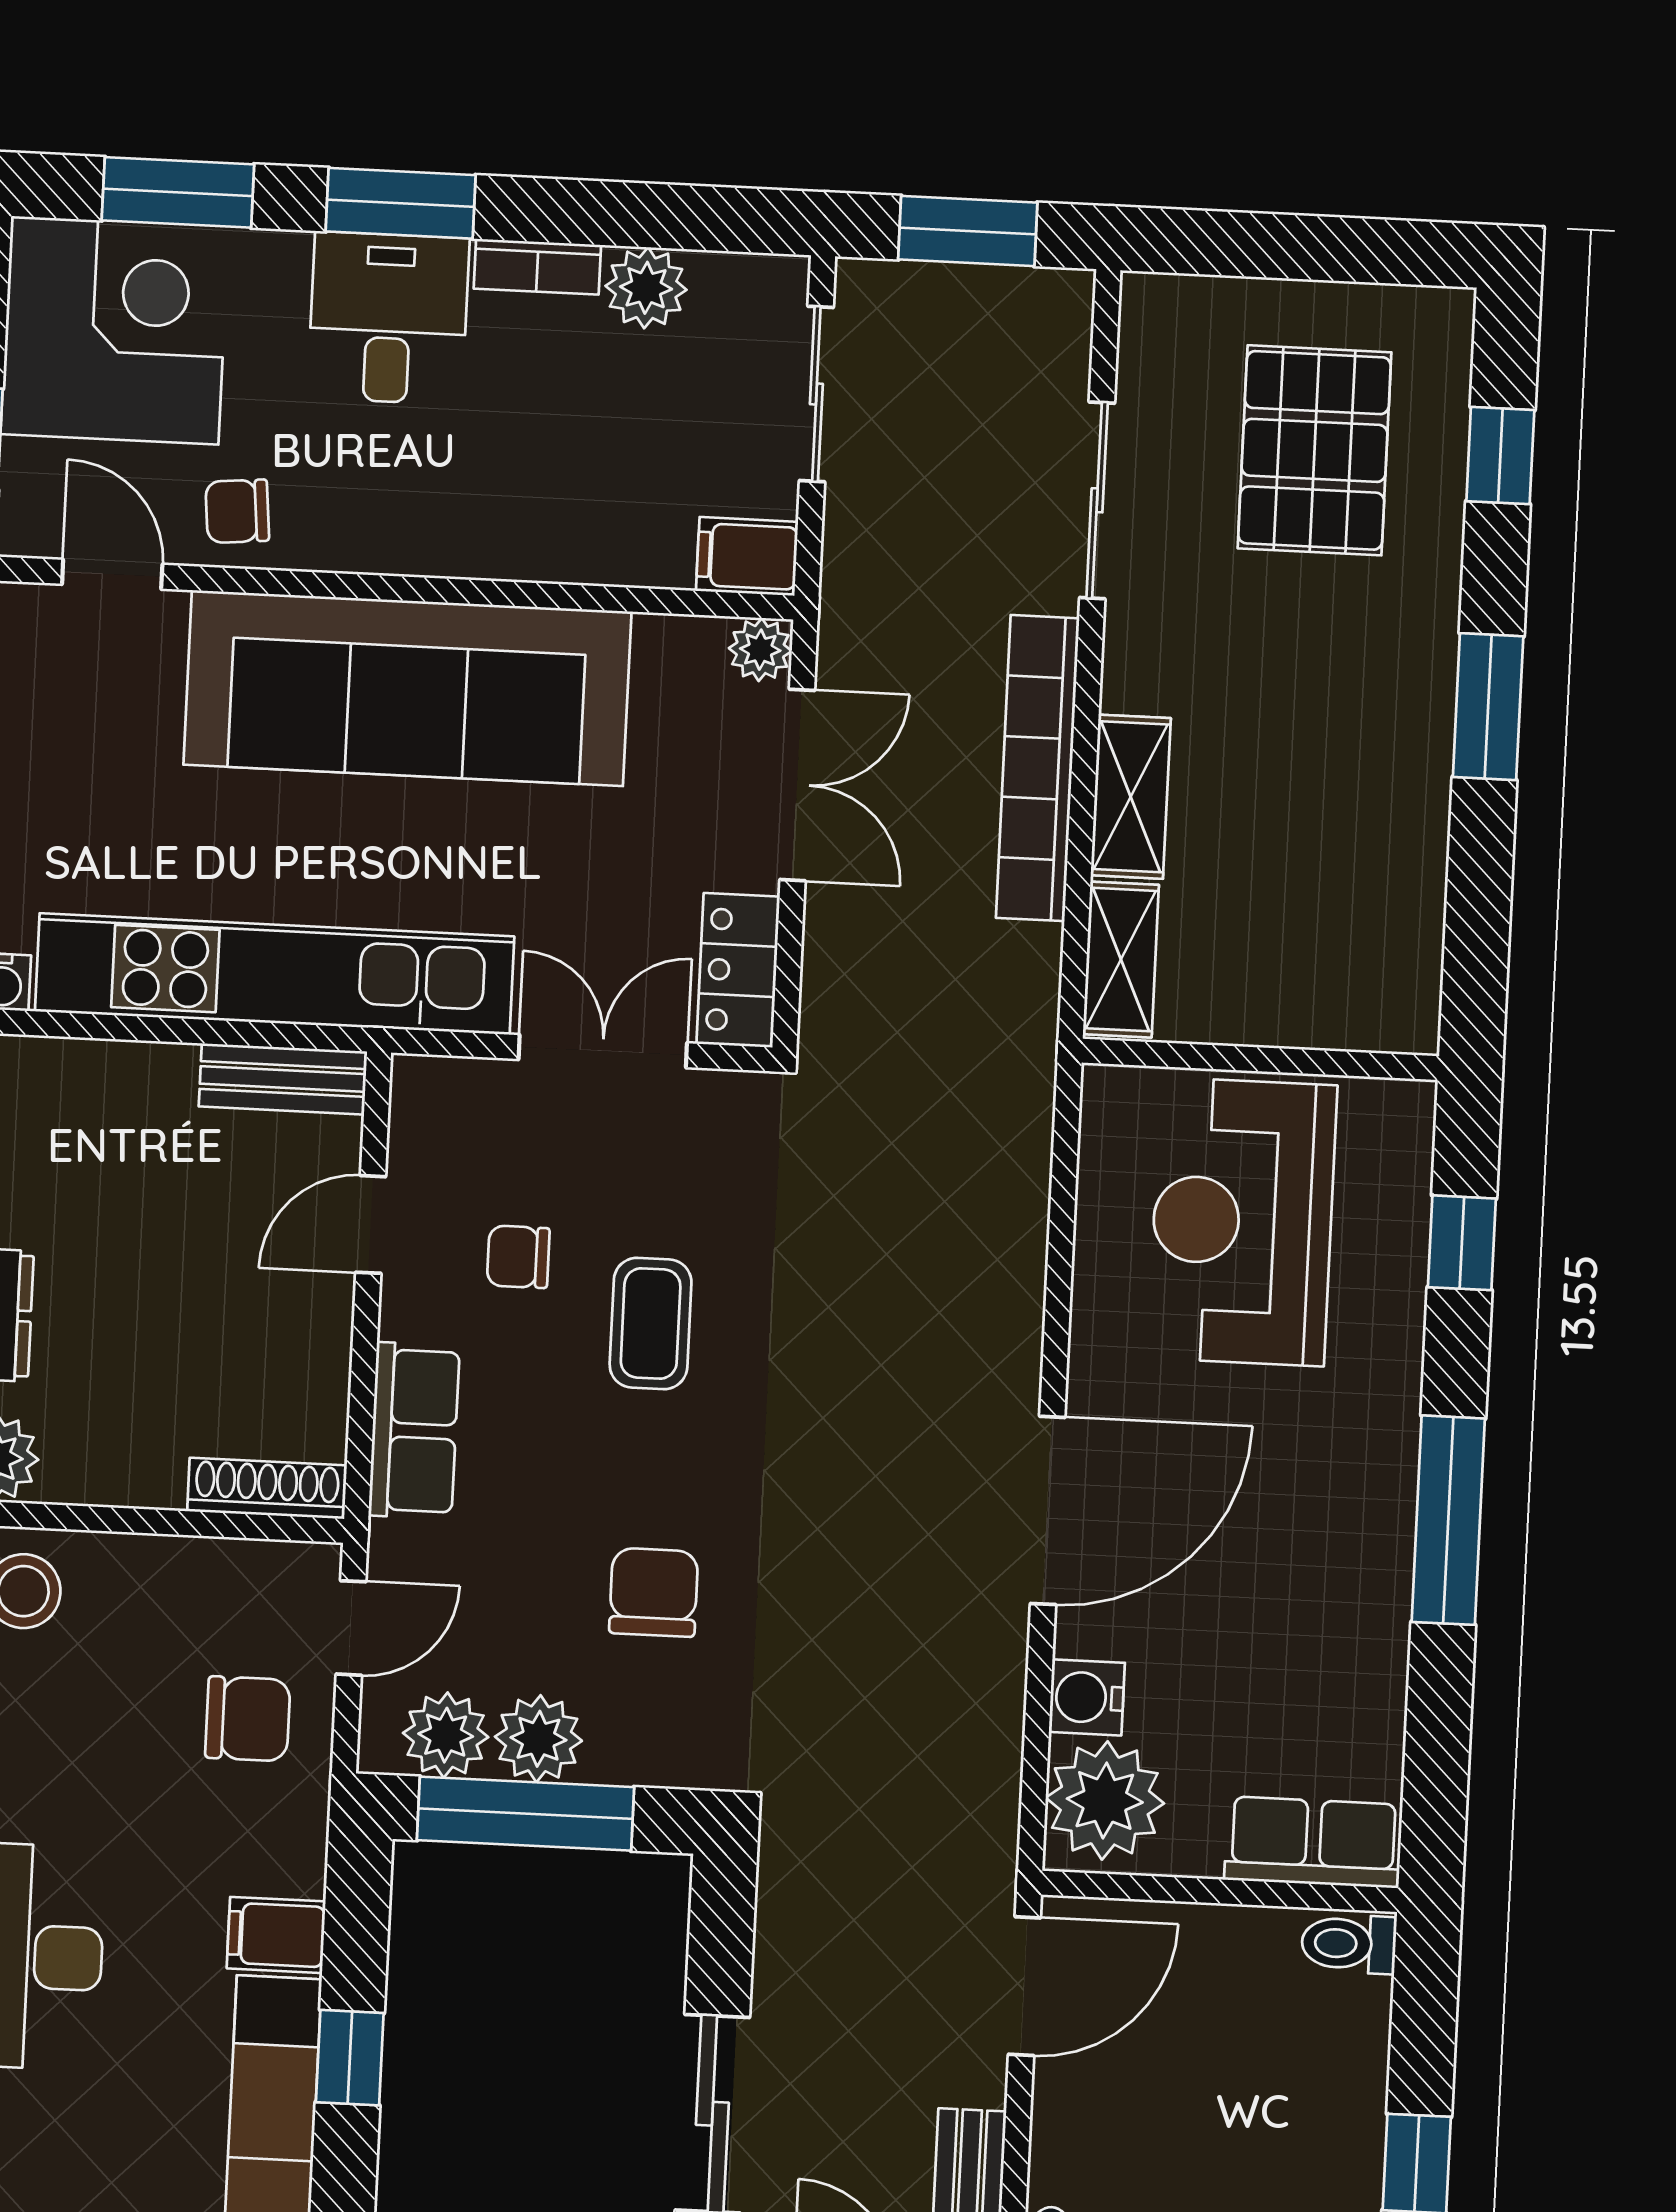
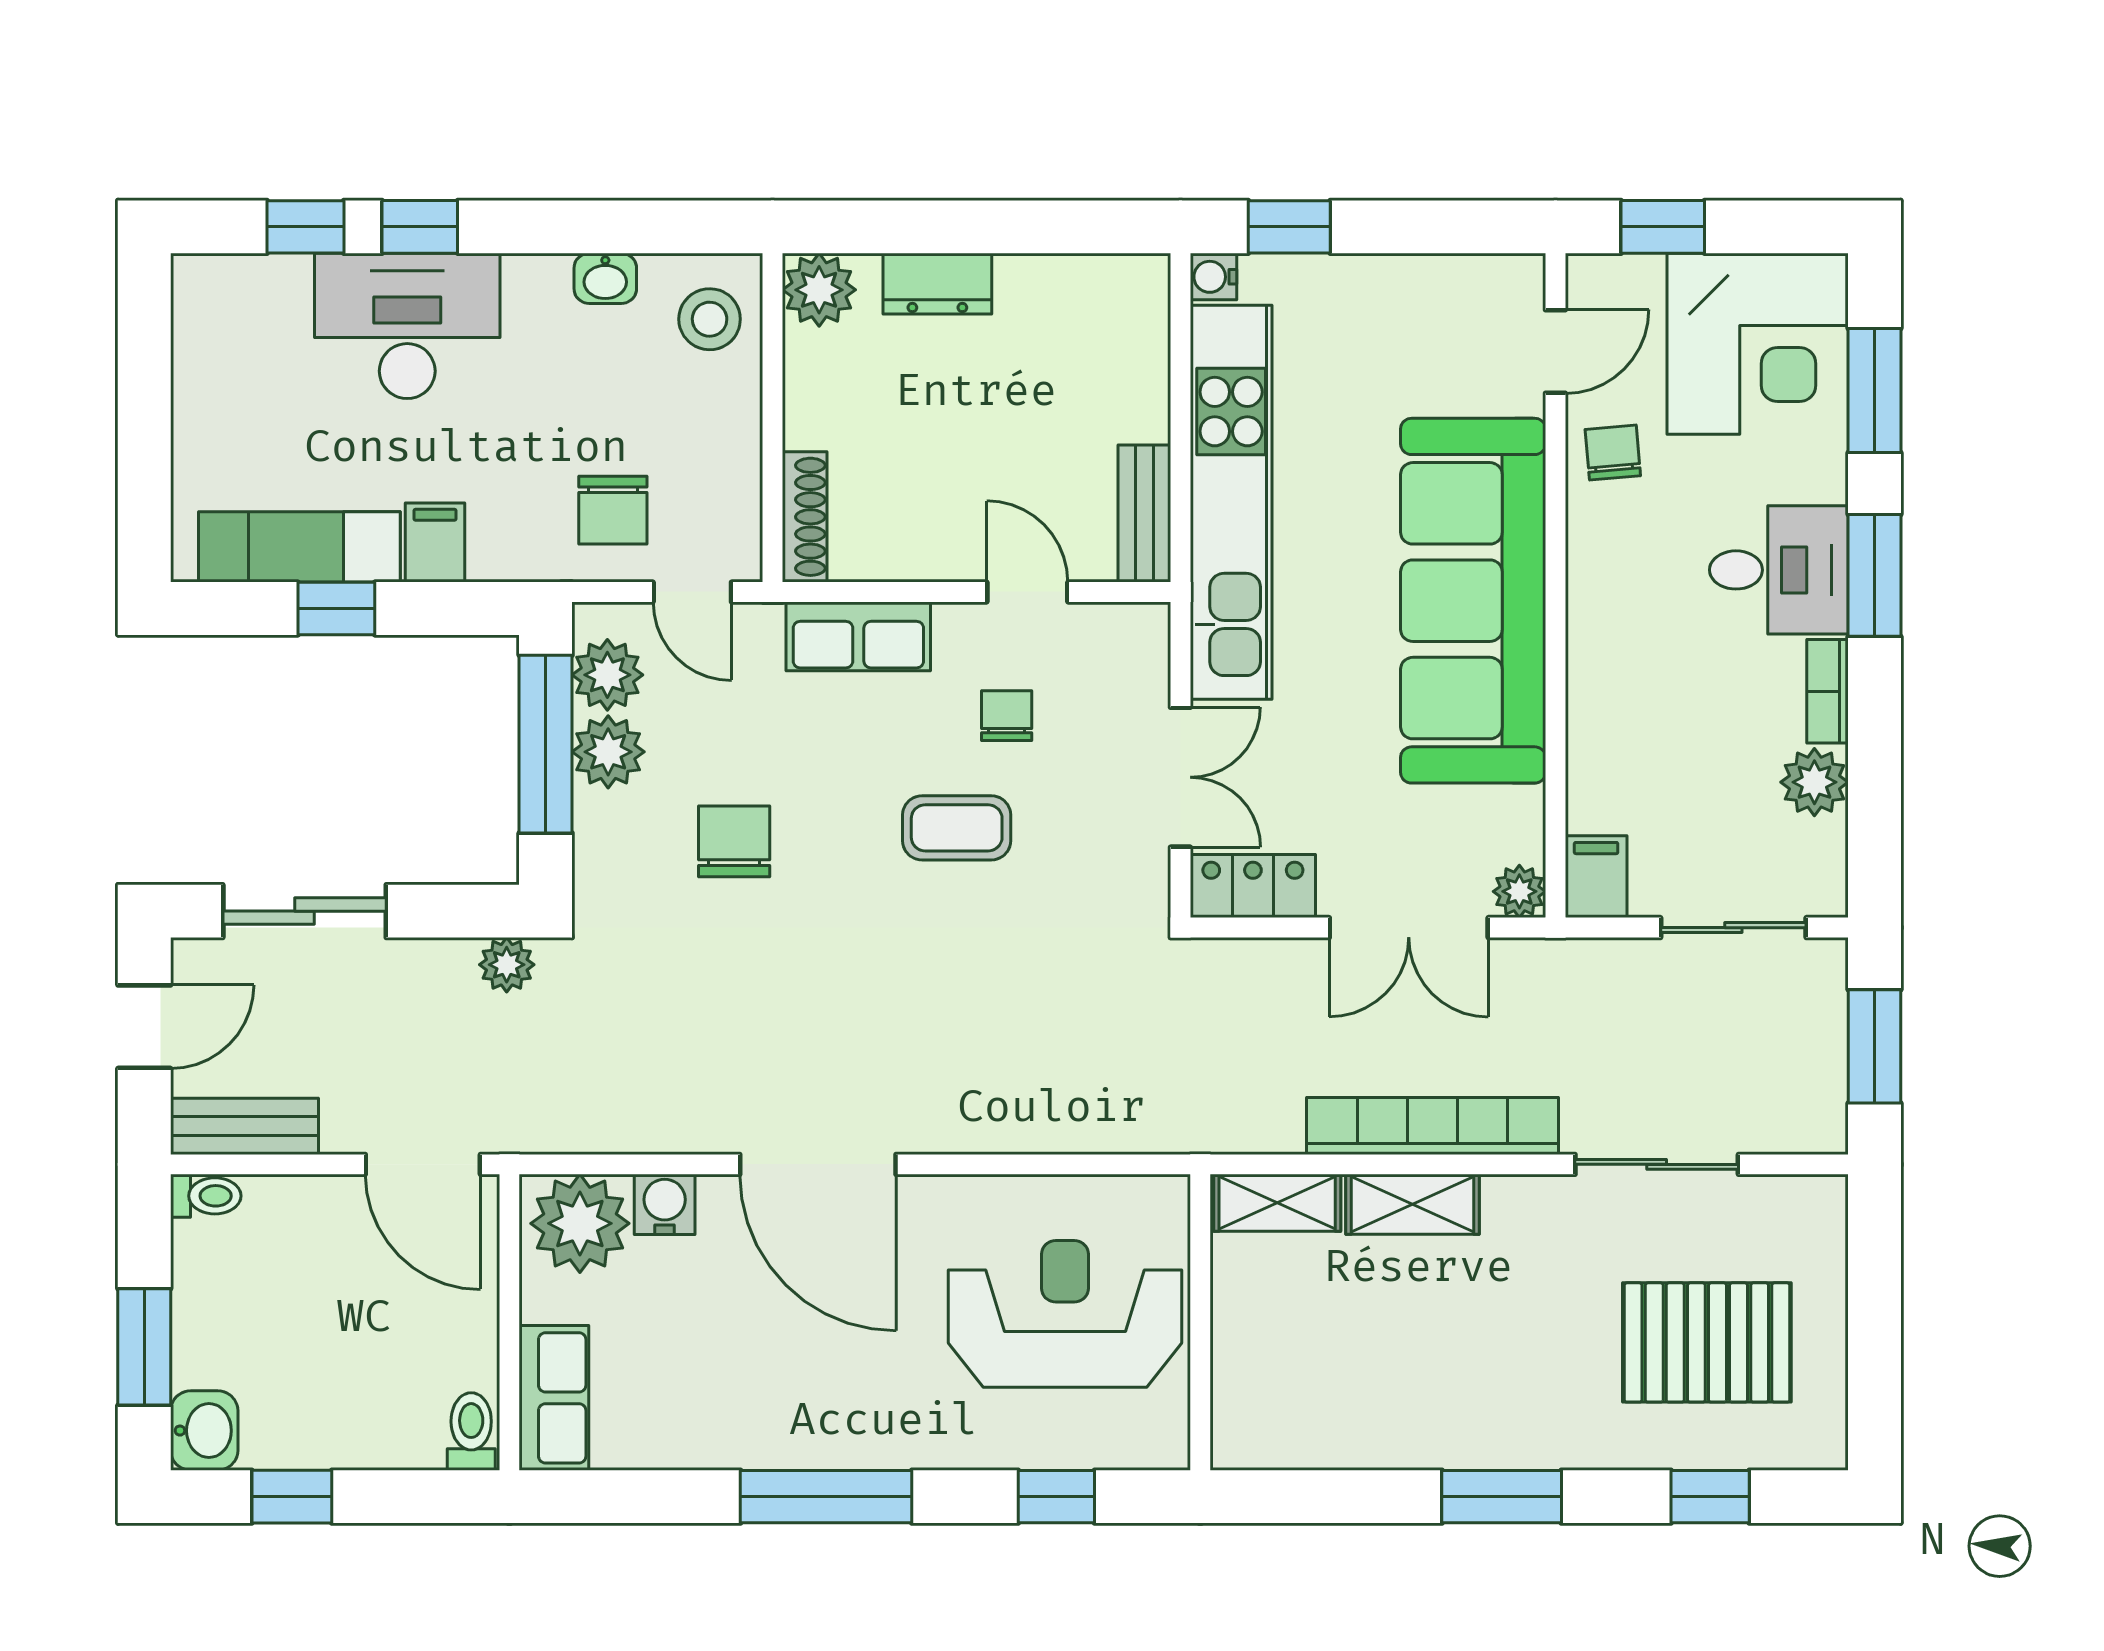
chair: (654, 1592) -> (734, 841), turned -90
plant: (789, 1873) -> (507, 965), added

